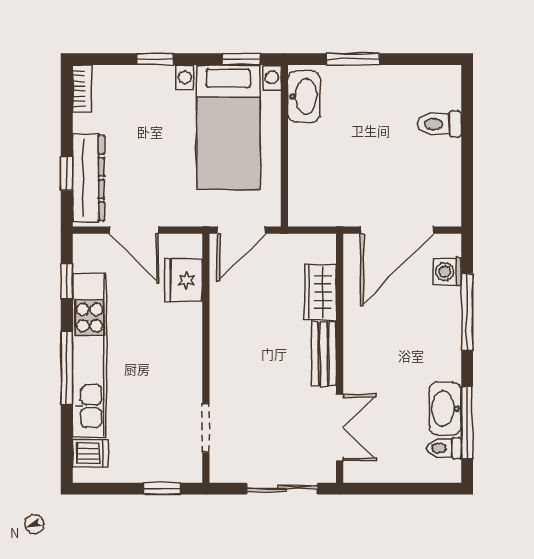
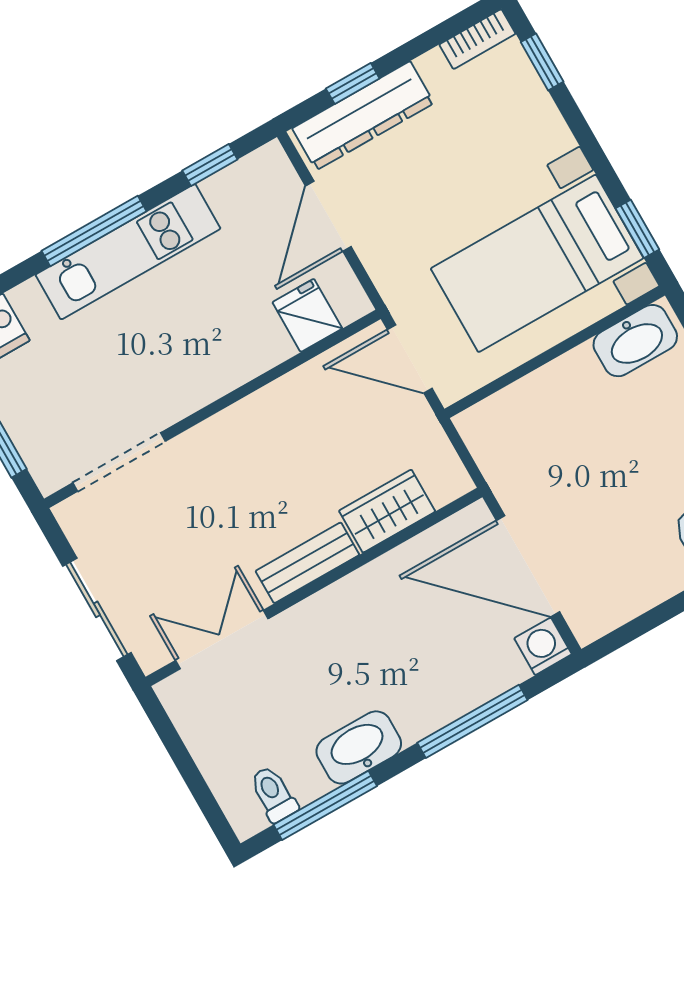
window: (155, 59) -> (542, 62), moved
washing machine: (447, 272) -> (543, 646), moved
fridge: (184, 280) -> (307, 315), width x0.72
kitchen unit: (89, 355) -> (128, 252), width x0.73
washbasin: (445, 409) -> (359, 747), moved
double door: (340, 427) -> (222, 640), swing flipped
doorway: (206, 428) -> (119, 462), width x1.38

